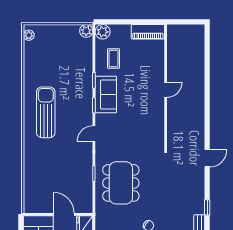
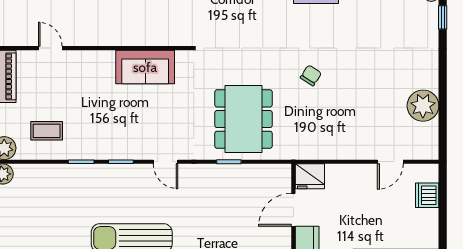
door: (166, 90) -> (50, 48), moved
sofa: (106, 95) -> (145, 67), moved, turned 180
dining table: (121, 183) -> (244, 119), turned 90

